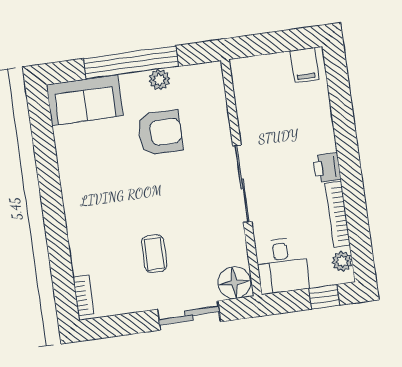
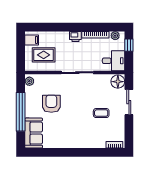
plant: (159, 80) -> (29, 81), moved
rug: (273, 98) -> (44, 55), added

